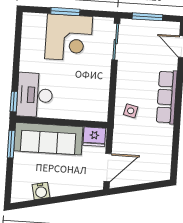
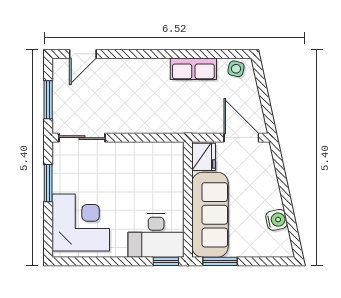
window: (65, 12) -> (48, 183), moved
corner desk: (69, 38) -> (81, 223), moved
row of seats: (167, 97) -> (193, 69), moved, width x0.68
side table: (131, 111) -> (236, 69), moved

